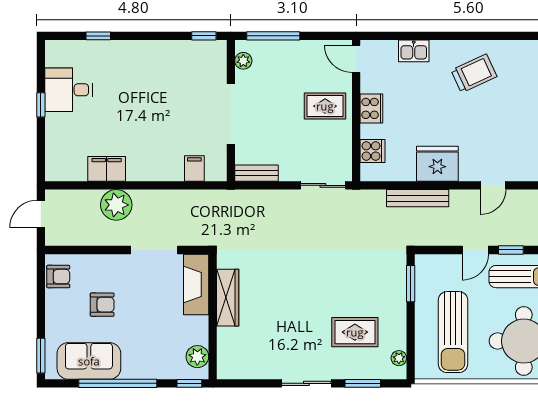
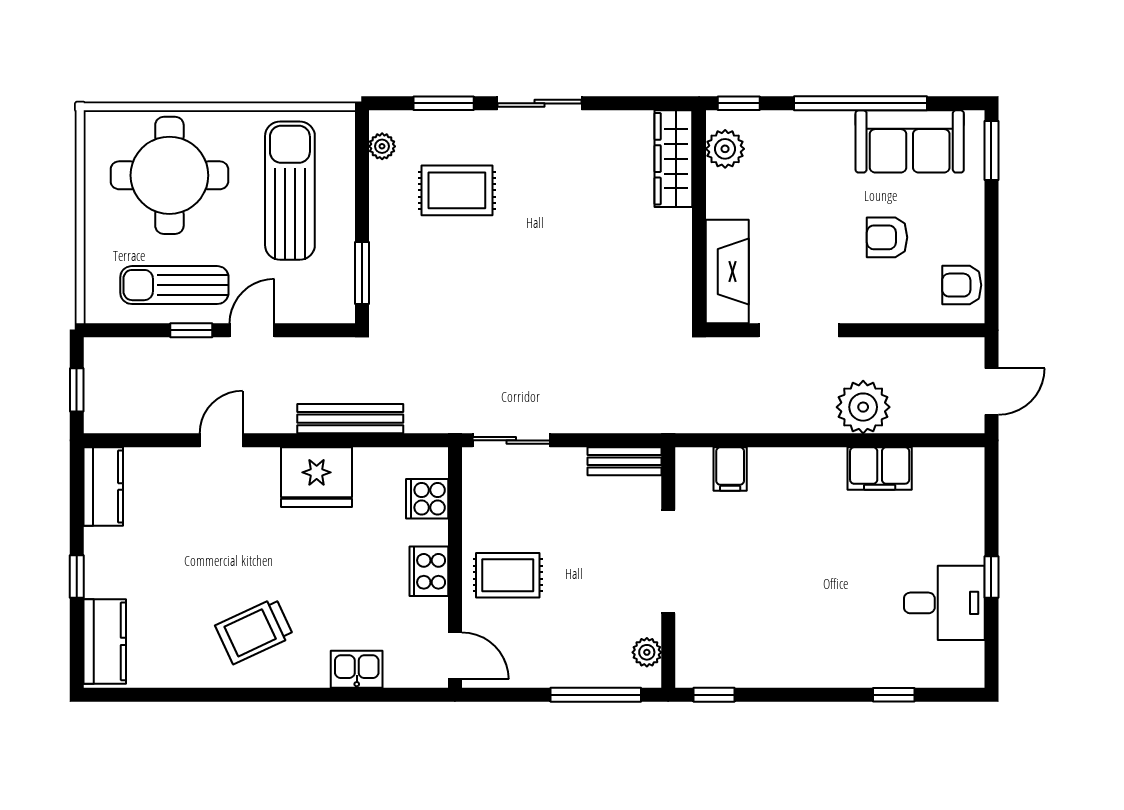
wardrobe: (228, 298) -> (673, 159), moved

